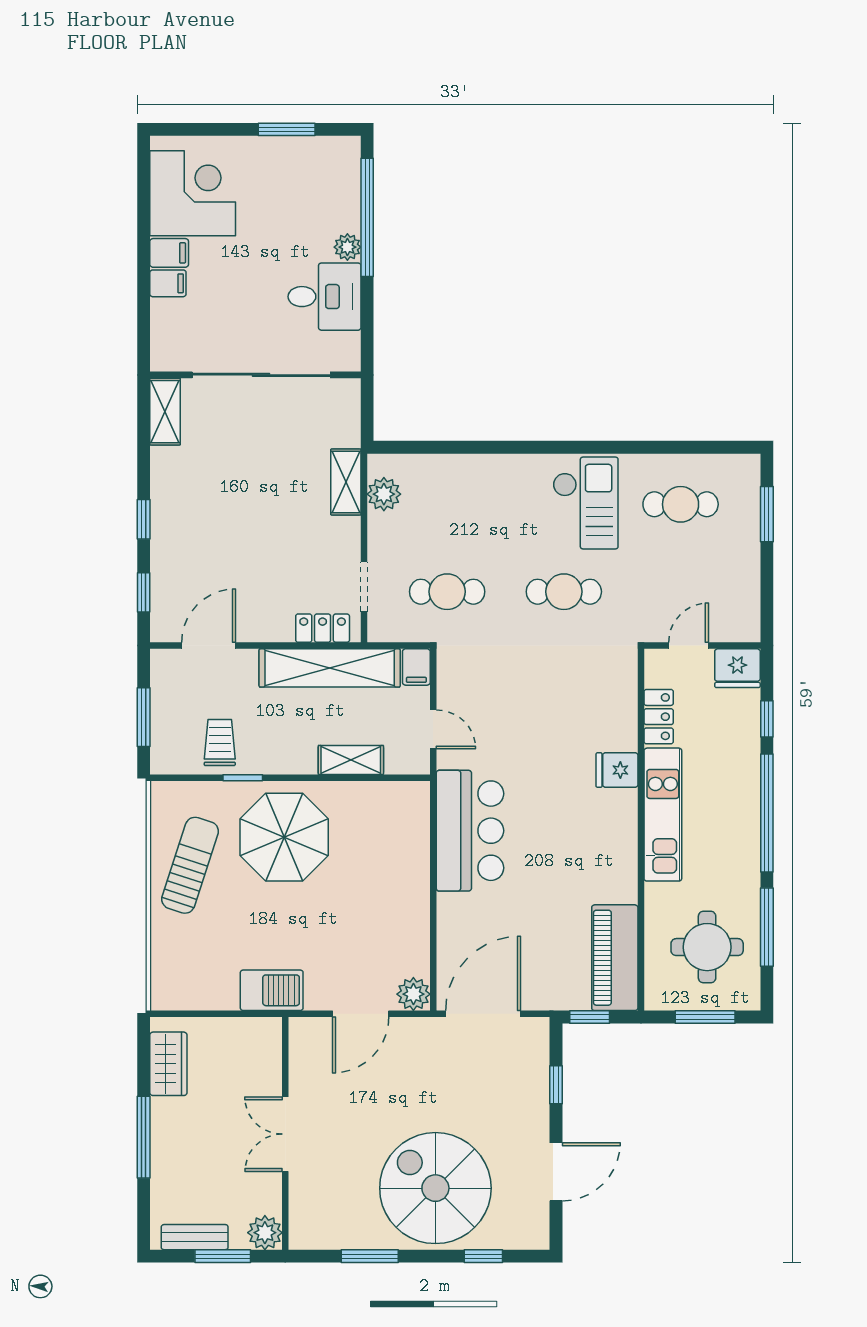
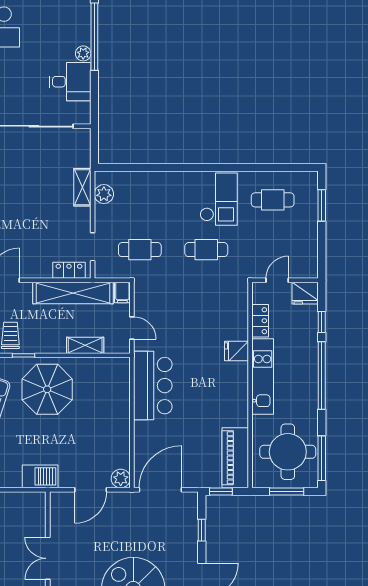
window: (767, 927) -> (322, 458), moved
round table: (707, 947) -> (288, 452), width x1.36, depth x1.36

